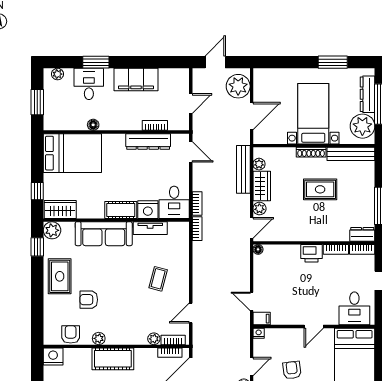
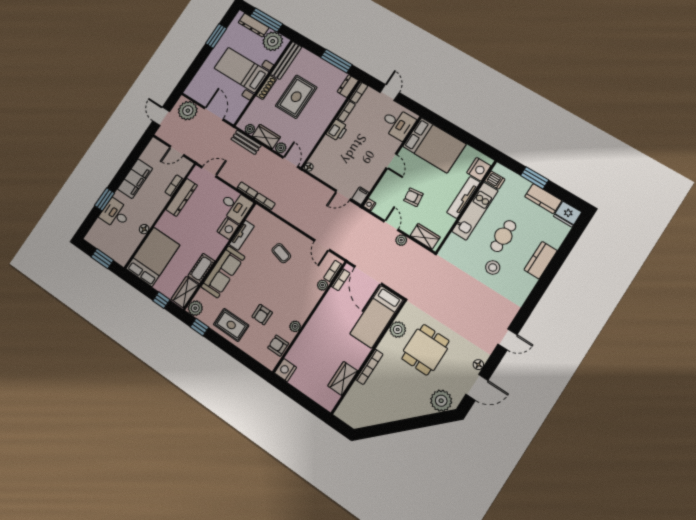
plant: (57, 74) -> (94, 232), removed
door: (191, 103) -> (177, 151), swing flipped
bench: (243, 169) -> (246, 142), width x0.73
rug: (320, 189) -> (296, 97), width x1.36, depth x1.43
cot: (121, 210) -> (201, 268), moved
cot: (113, 359) -> (317, 326), removed

